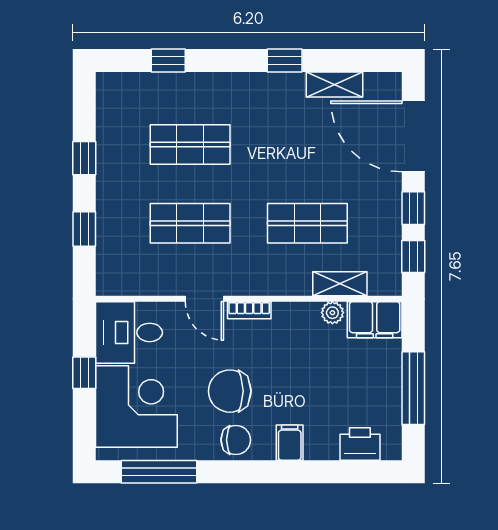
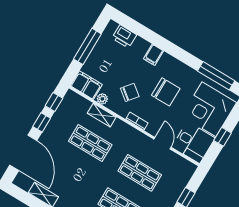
shelving: (340, 284) -> (102, 115), moved
door: (204, 299) -> (163, 143), moved
chair: (236, 440) -> (130, 92), moved, turned 128

